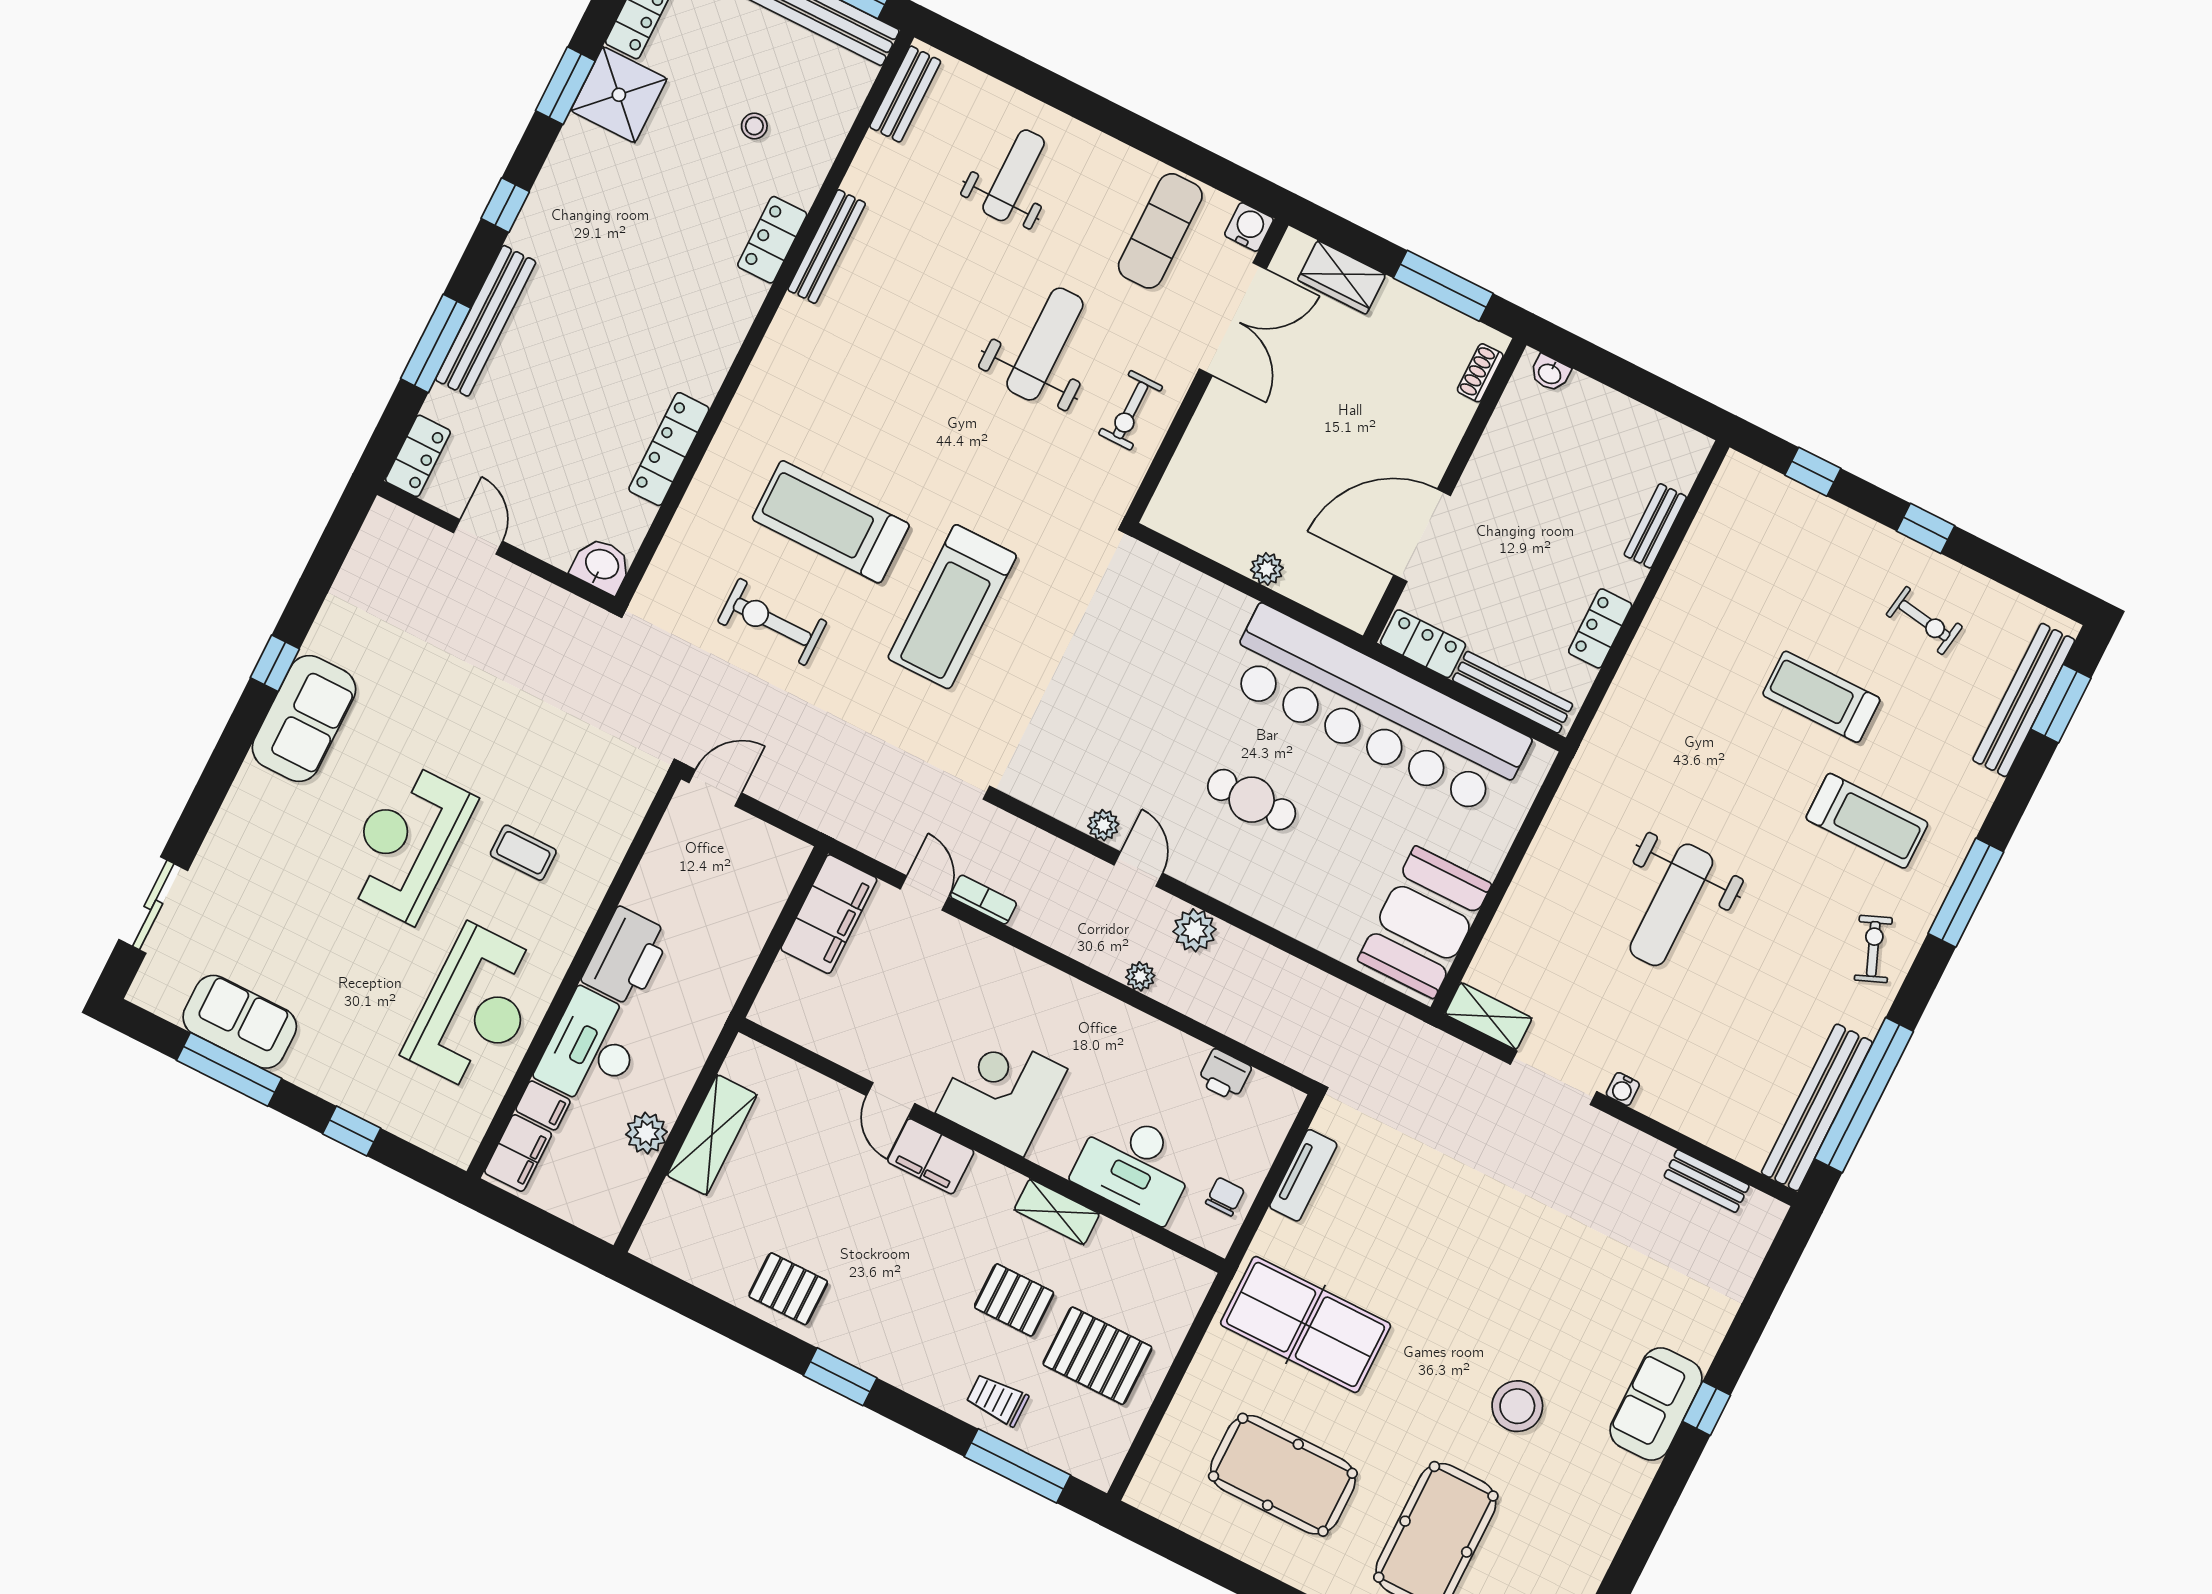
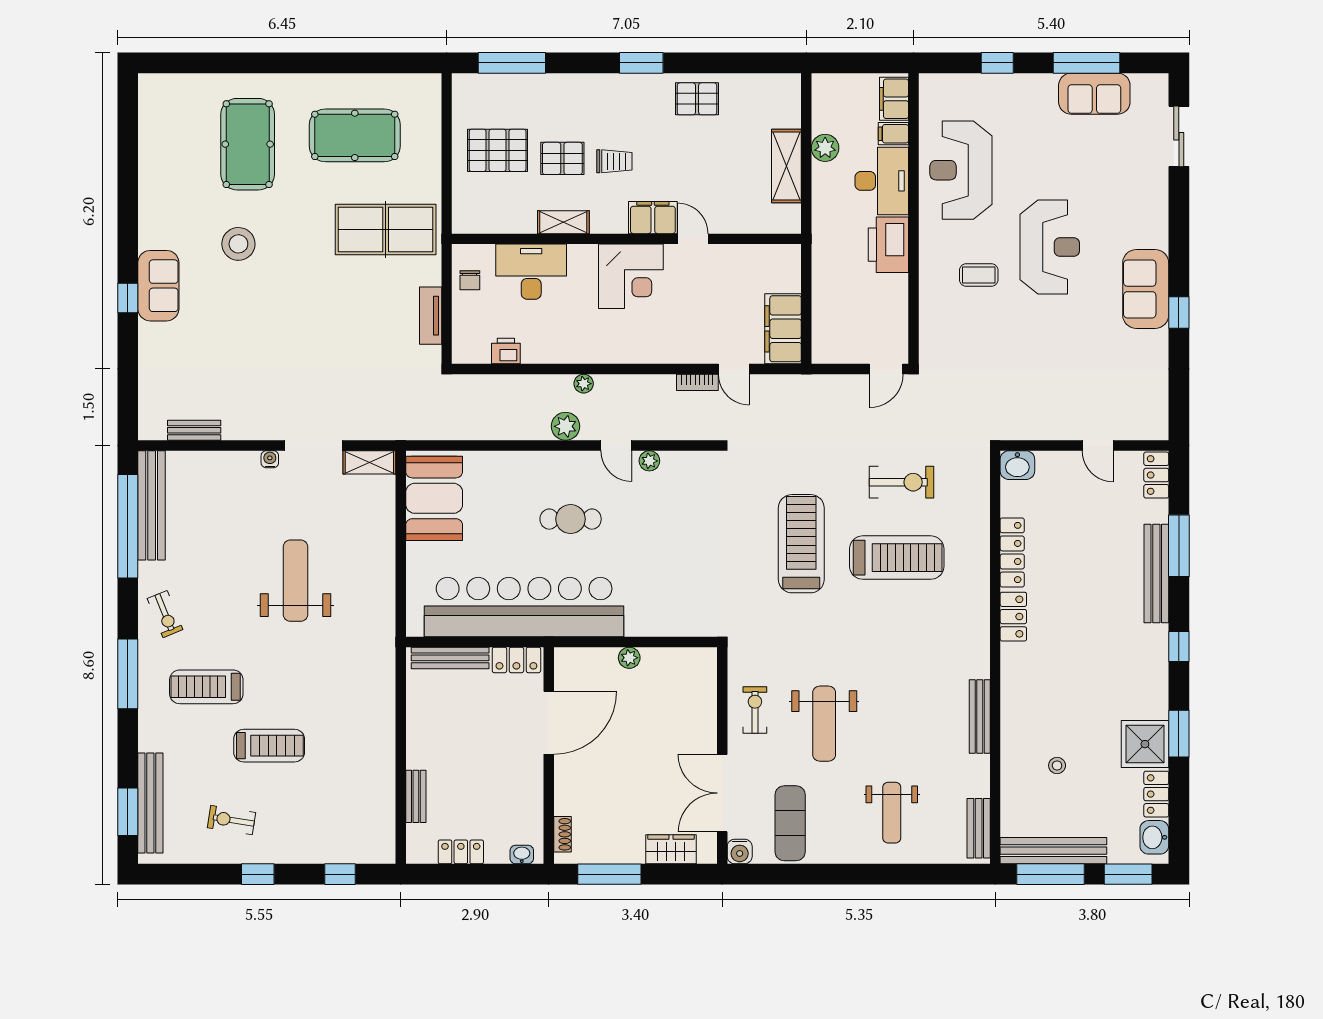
locker: (772, 240) -> (1013, 617), moved
locker: (1600, 628) -> (461, 852), moved, turned -90
trolley: (997, 1400) -> (614, 161), moved

